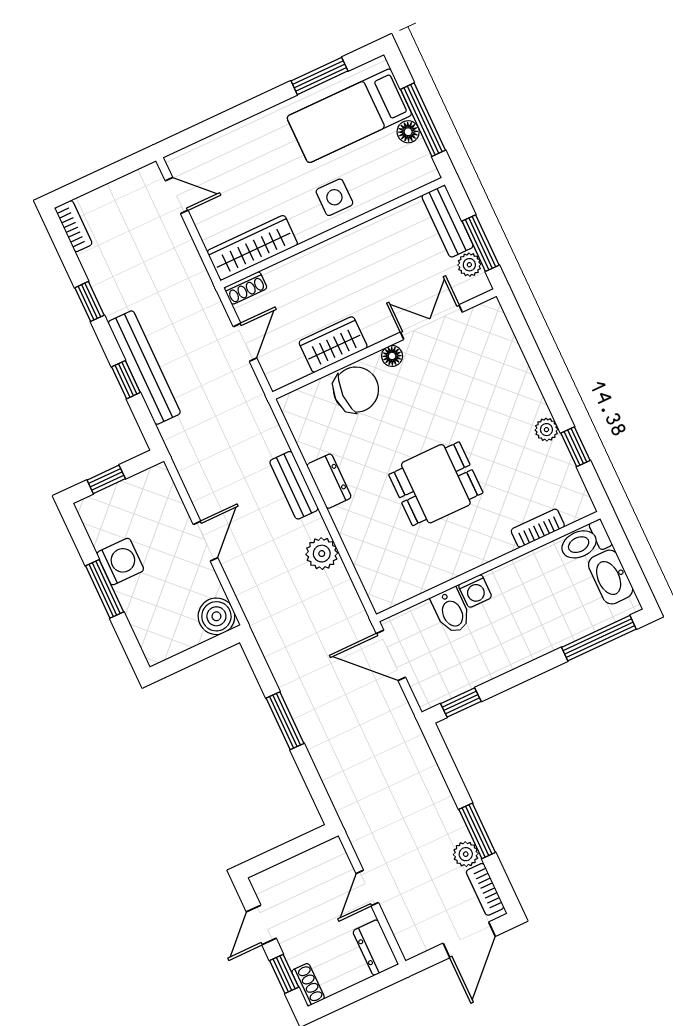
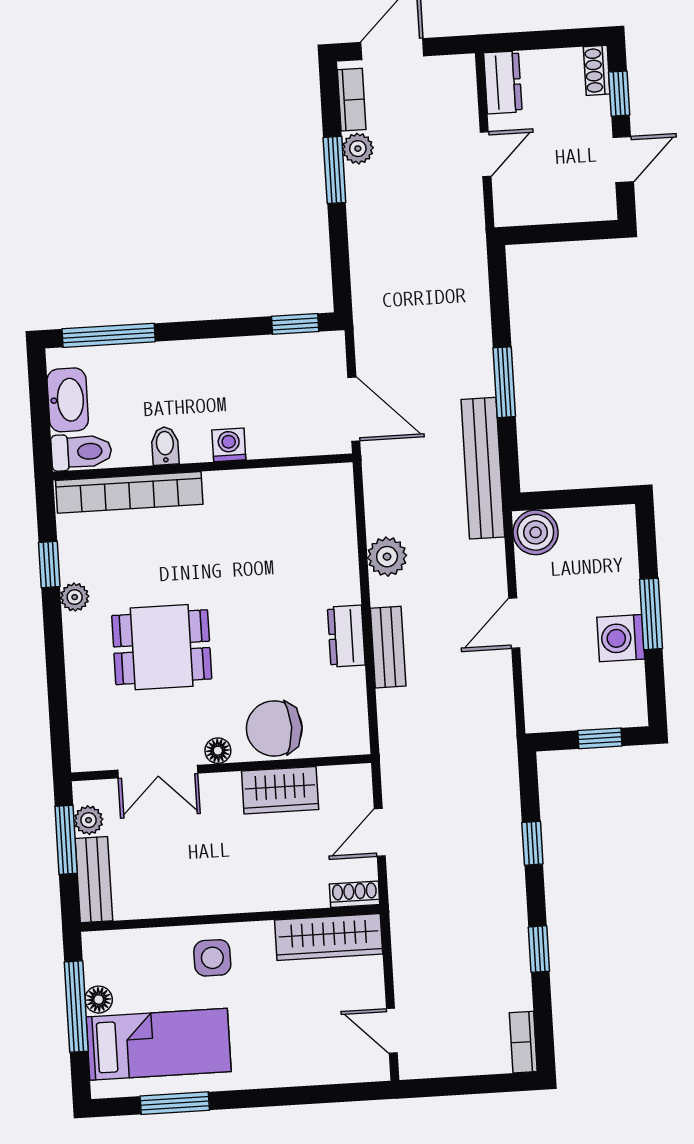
bench: (144, 368) -> (483, 468), moved
dining table: (436, 484) -> (162, 647), moved
bookcase: (538, 528) -> (129, 492), width x2.31, depth x1.31
bidet: (451, 611) -> (165, 446), moved, width x0.72, depth x0.74

